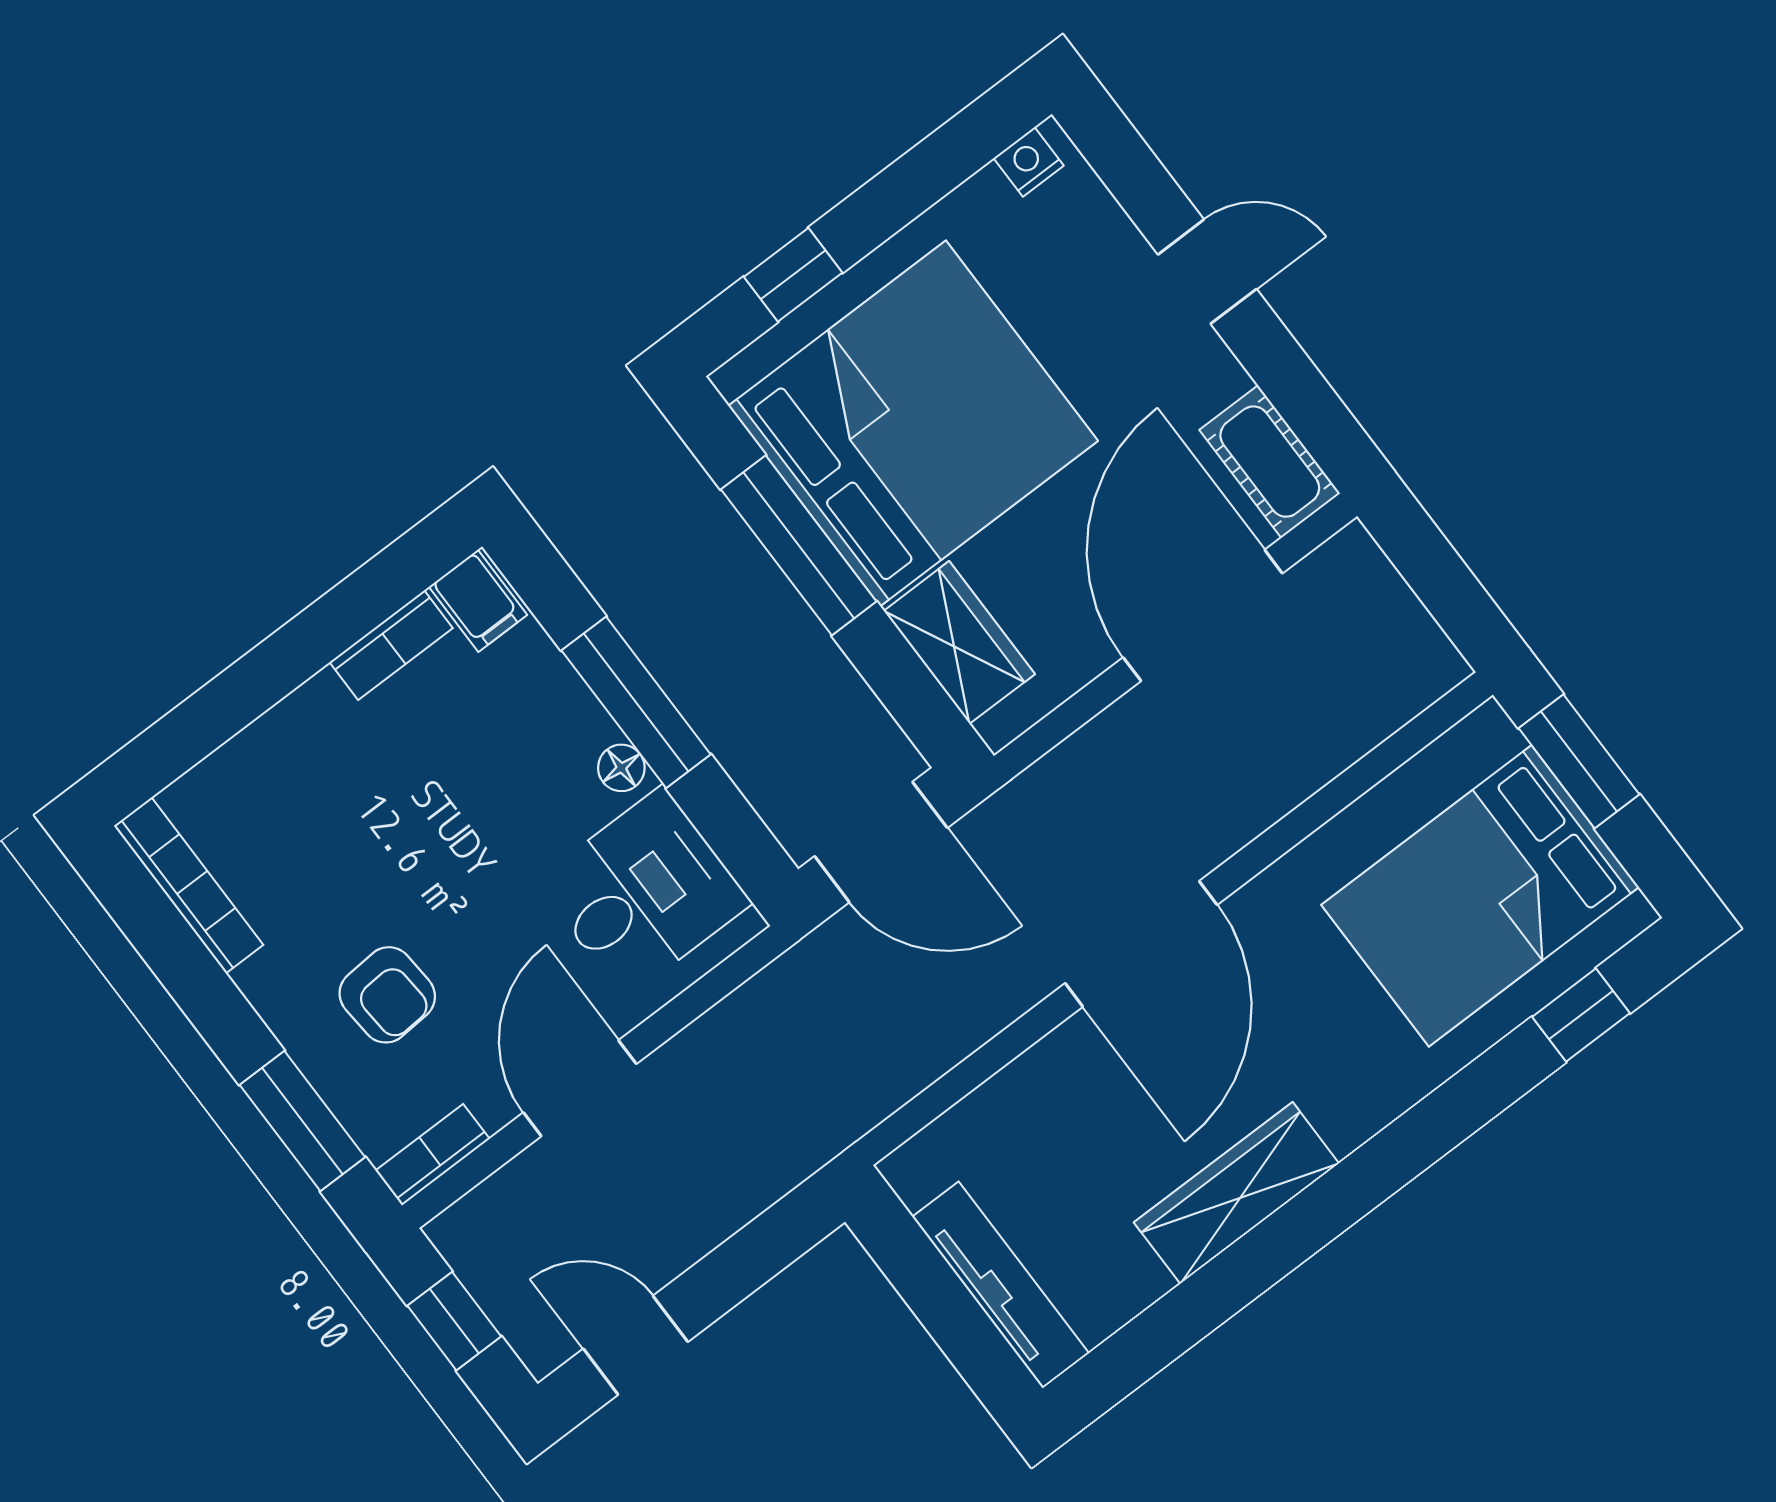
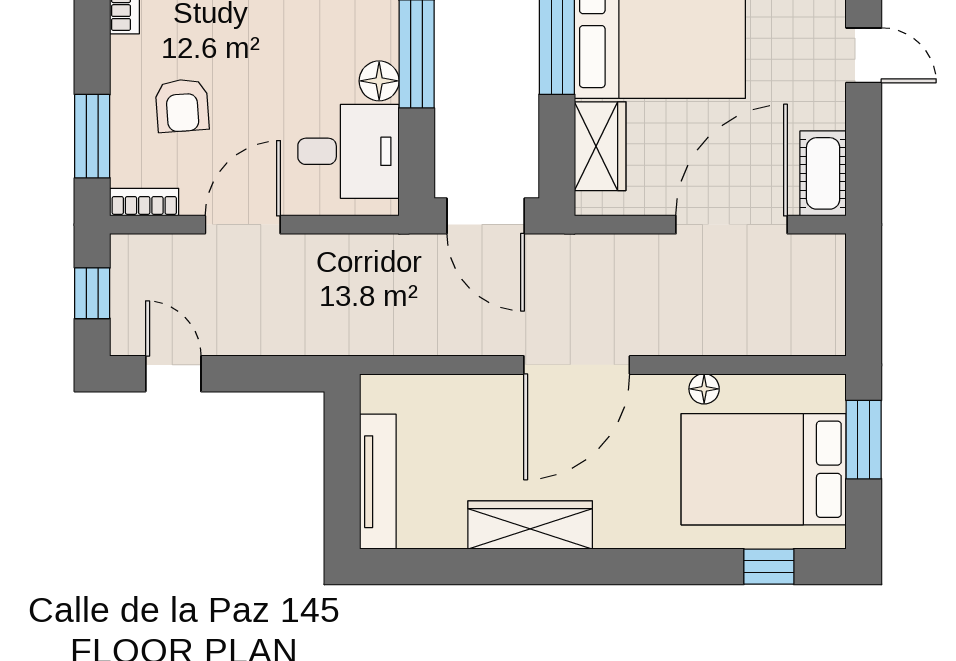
floor lamp: (621, 768) -> (379, 81), width x1.37, depth x1.37
floor lamp: (1327, 851) -> (704, 389), added

